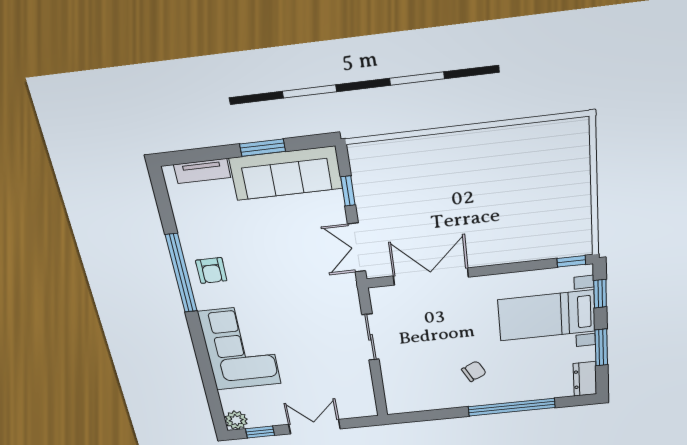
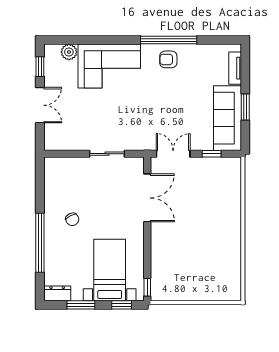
plant: (236, 420) -> (69, 52), moved

